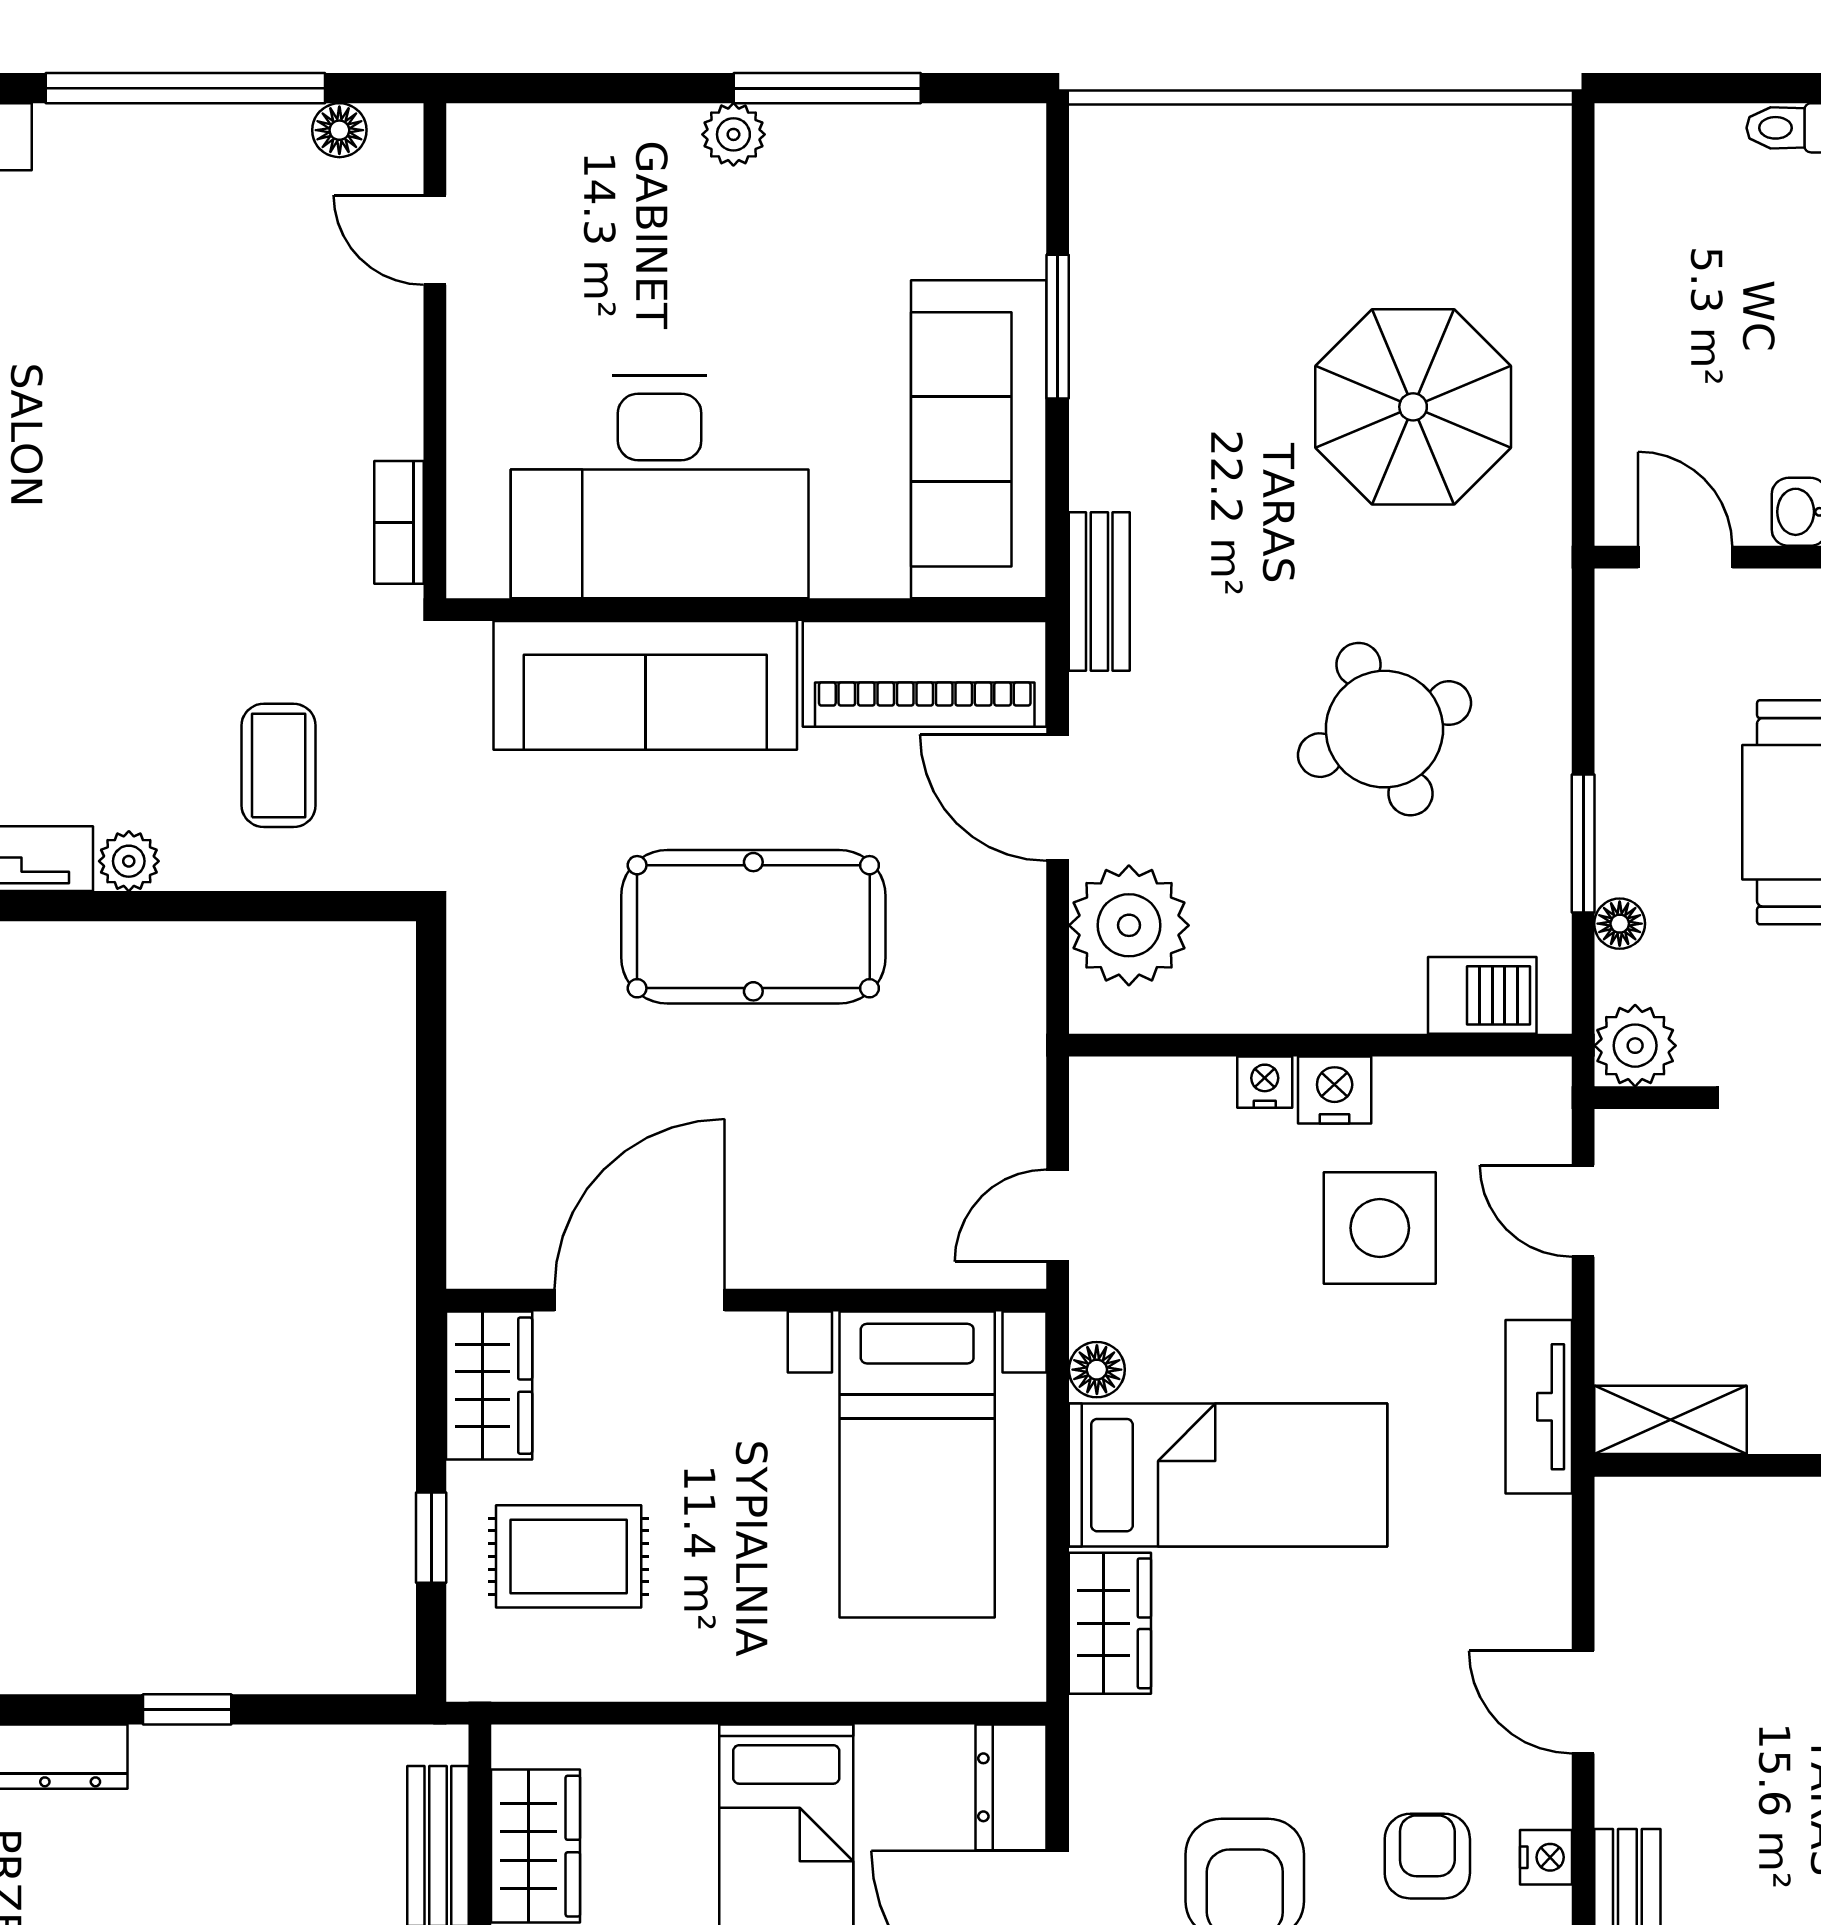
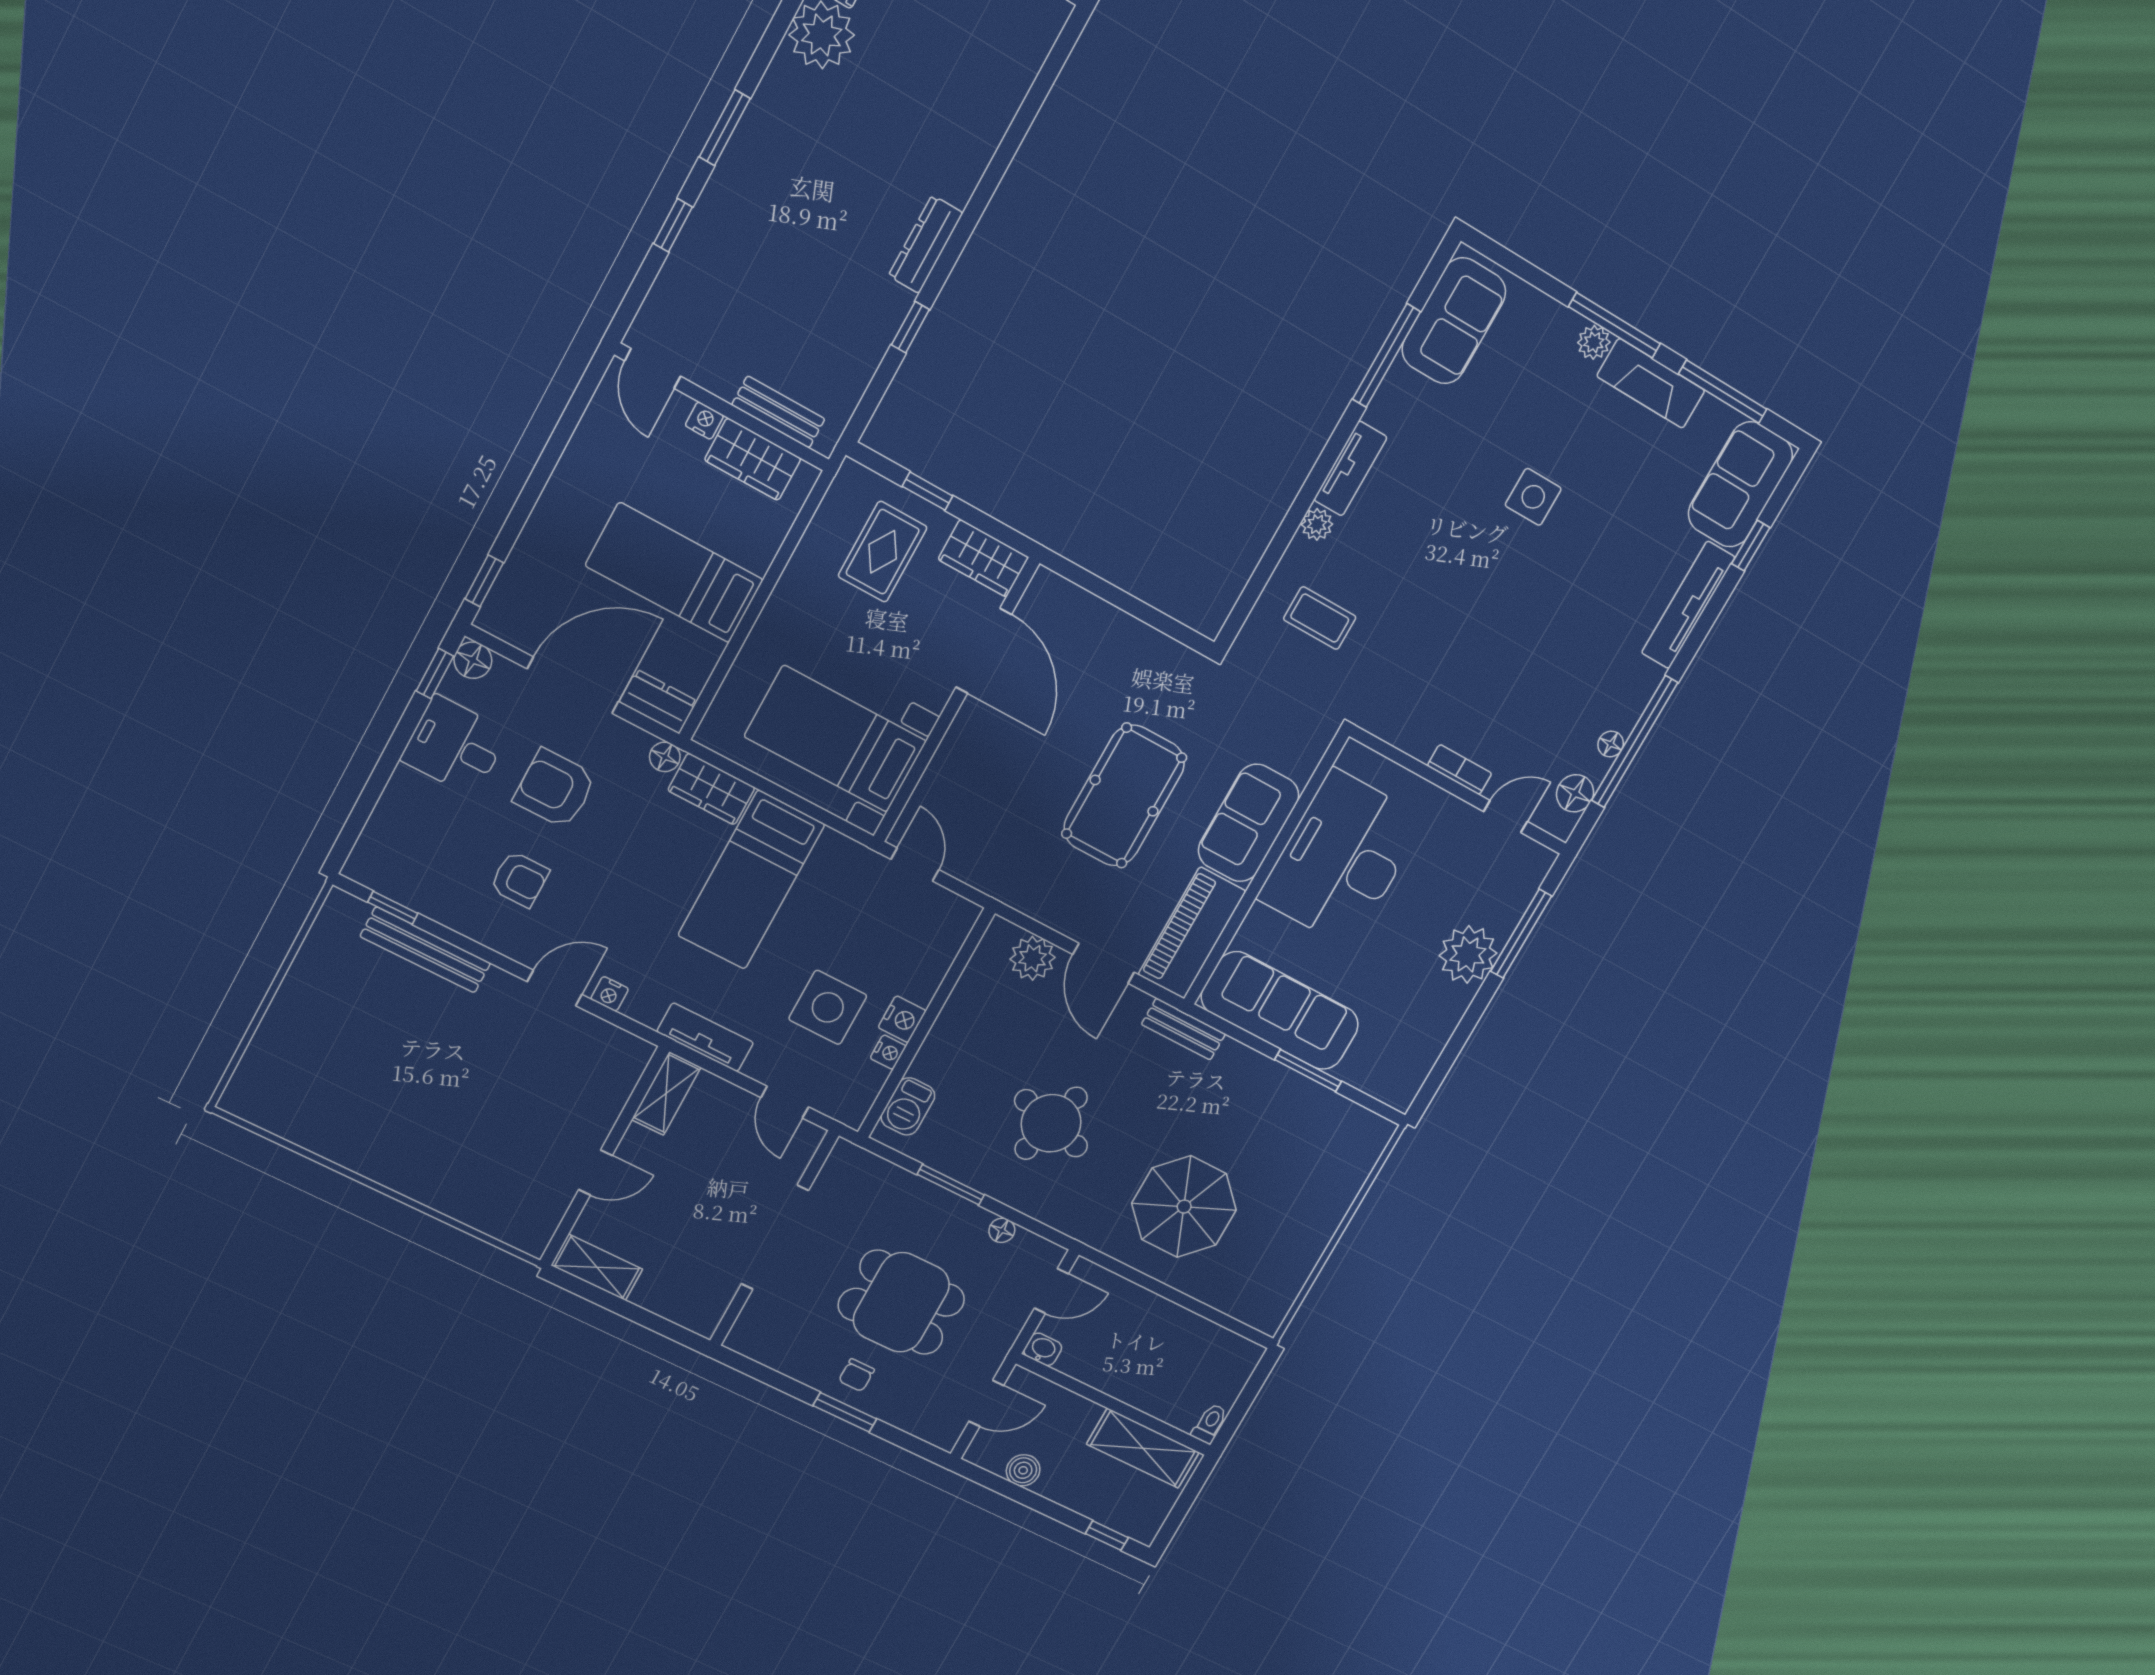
window: (827, 88) -> (1521, 934), moved
floor lamp: (213, 129) -> (1611, 744), added
floor lamp: (339, 130) -> (1575, 793), width x1.37, depth x1.37
plant: (733, 134) -> (1468, 954), width x1.87, depth x1.87
bookcase: (399, 522) -> (1460, 770), moved
sofa: (645, 685) -> (1249, 823), width x0.73
round table: (1384, 729) -> (1051, 1123), turned 37
door: (1058, 798) -> (1103, 963), swing flipped
floor lamp: (1620, 924) -> (1002, 1230), moved
plant: (1129, 925) -> (1033, 958), width x0.73, depth x0.73
plant: (1635, 1046) -> (847, 1163), removed
nightstand: (1265, 1082) -> (888, 1052), moved
door: (1583, 1211) -> (785, 1102), swing flipped
floor lamp: (1097, 1370) -> (665, 757), moved
nightstand: (1546, 1857) -> (610, 994), moved

